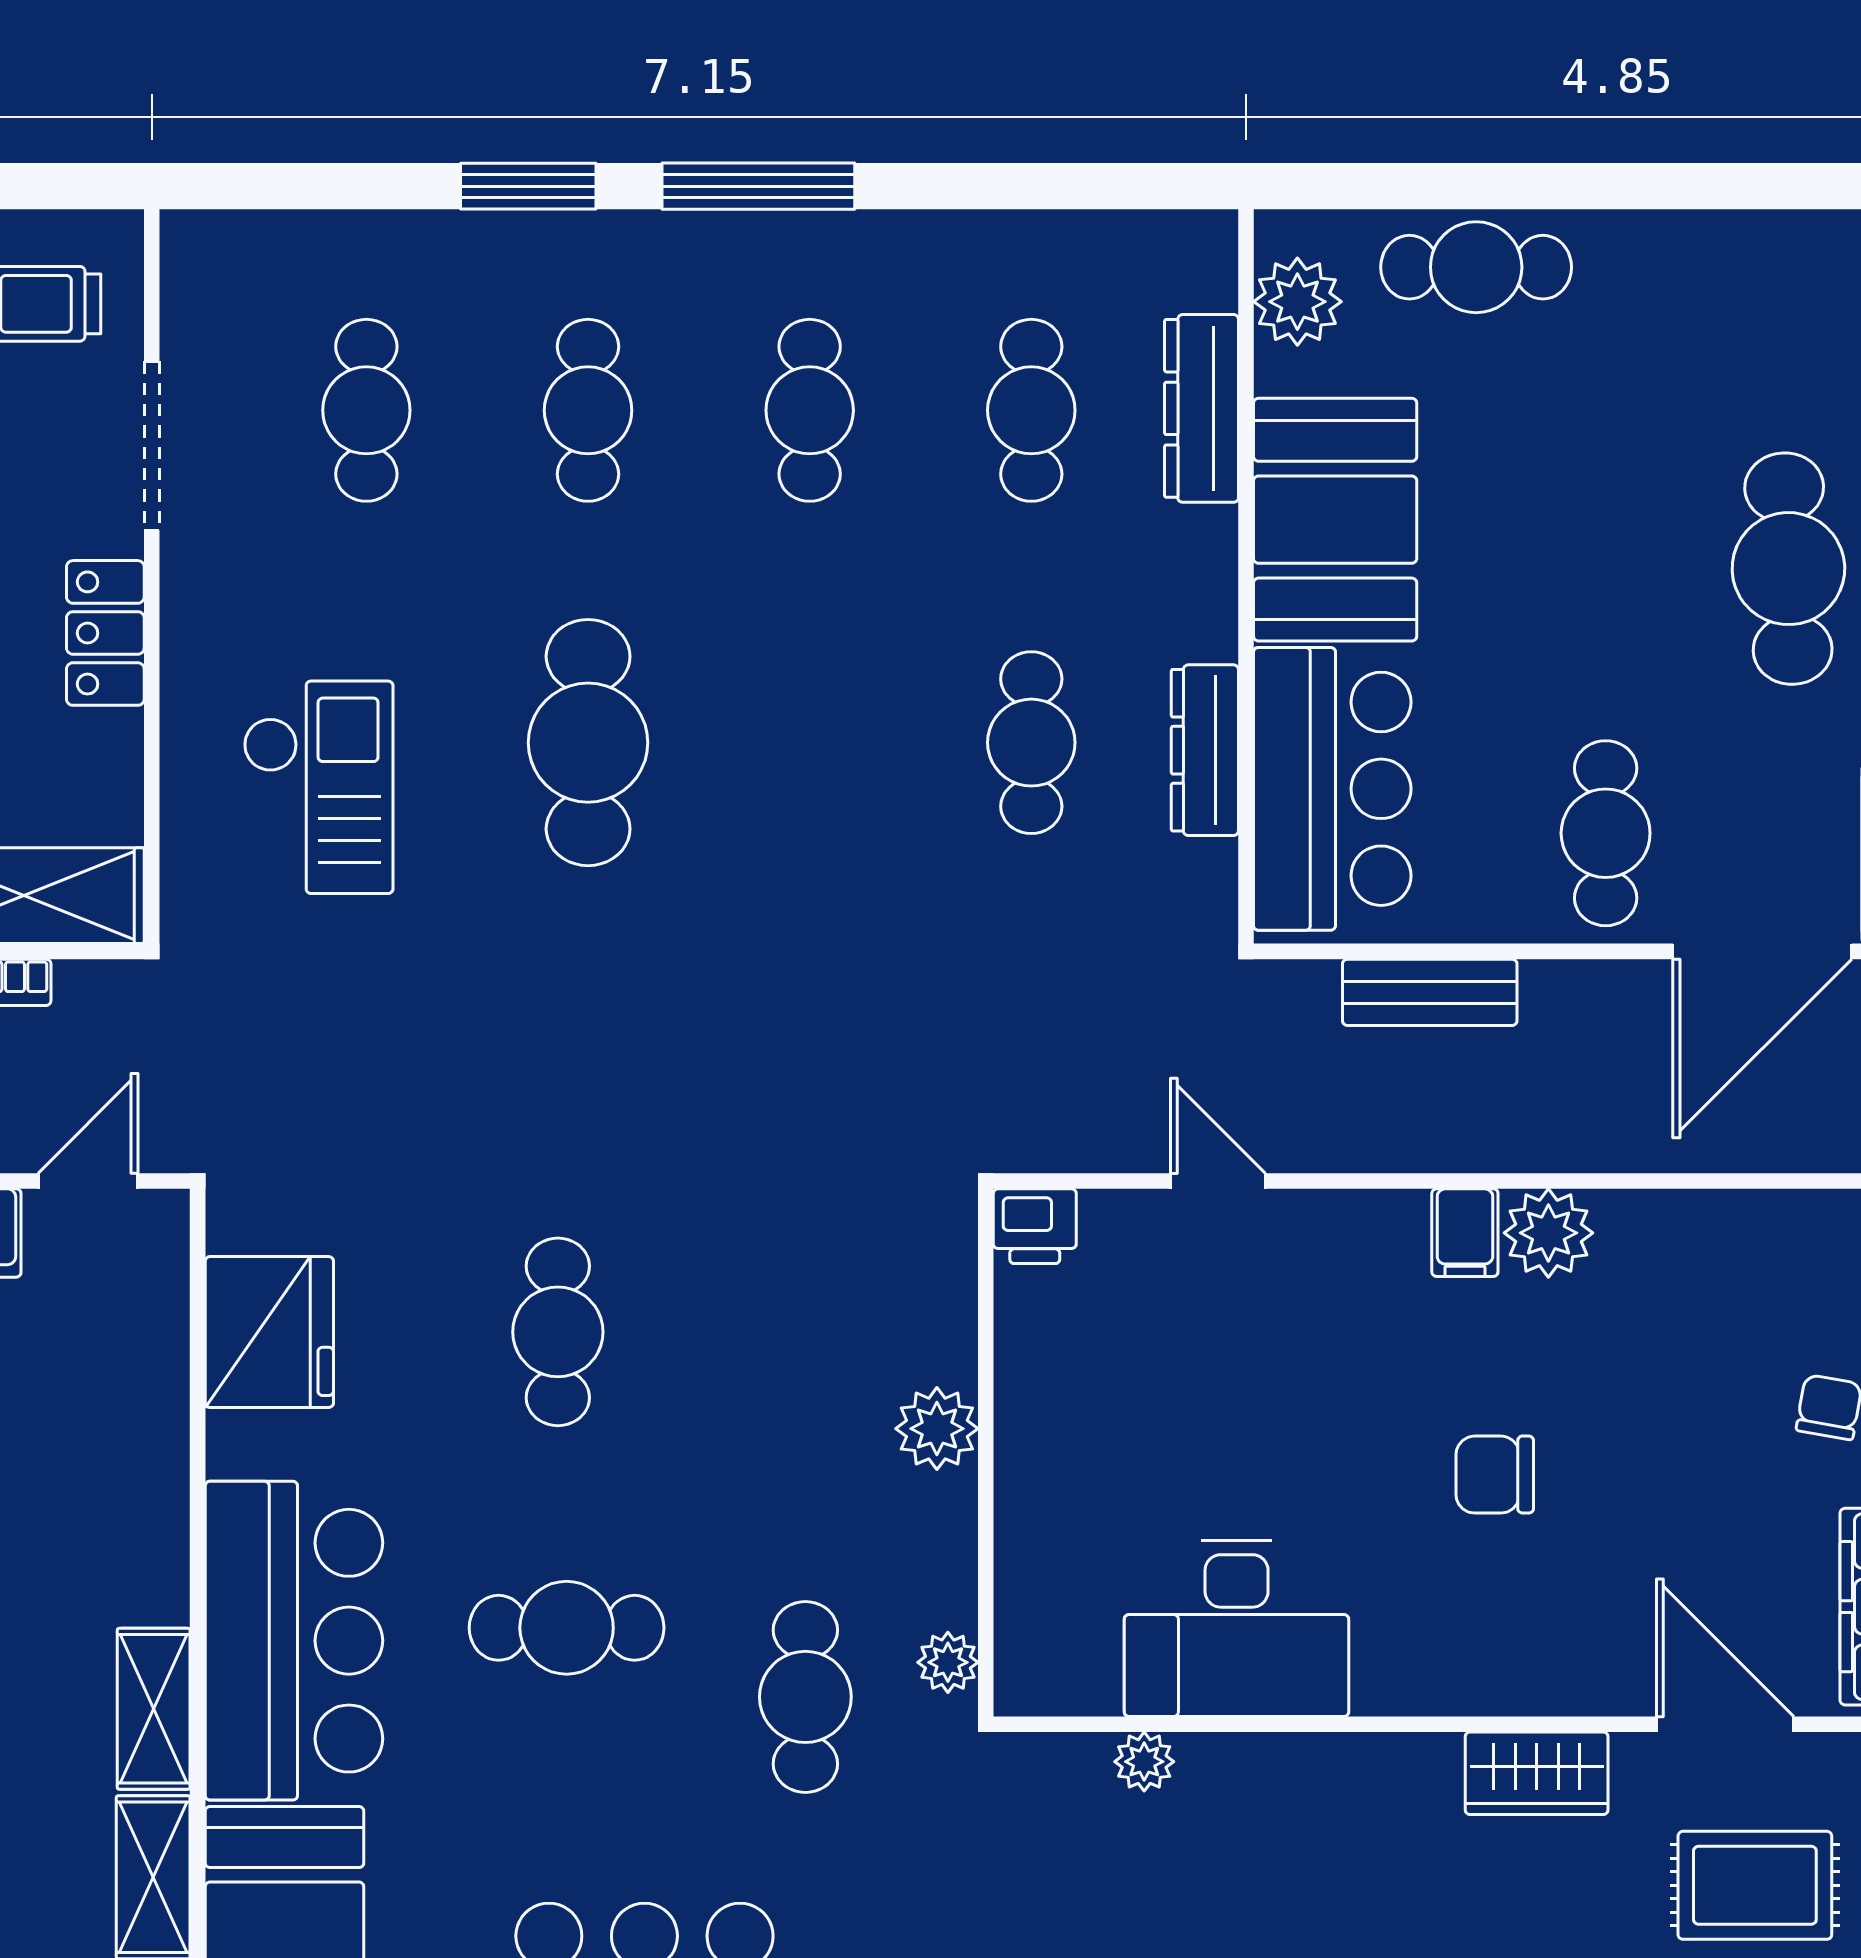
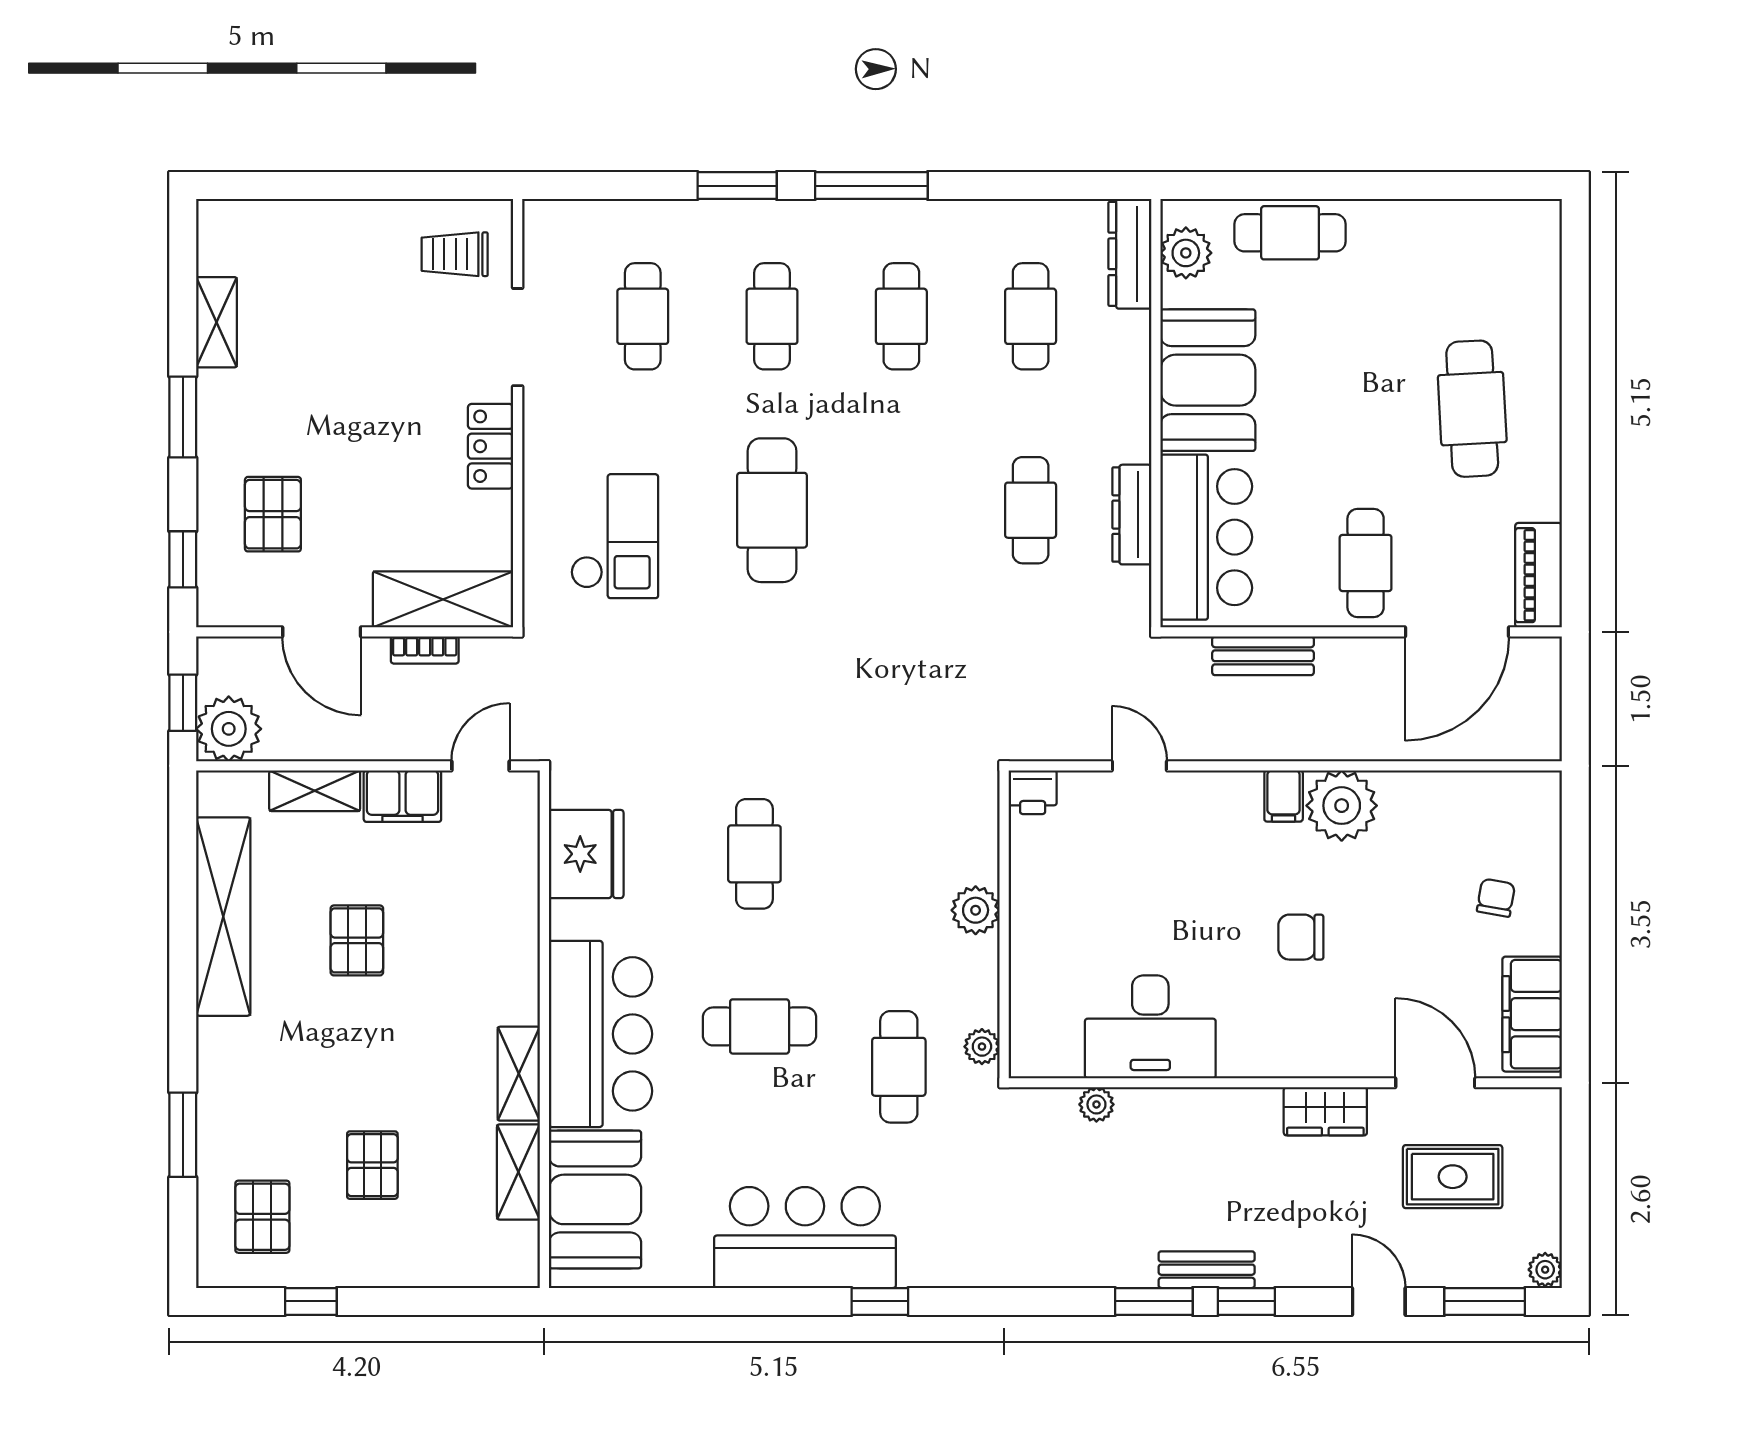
dresser: (1202, 408) -> (1130, 254), moved
plant: (1548, 1233) -> (1342, 806), width x1.36, depth x1.36

